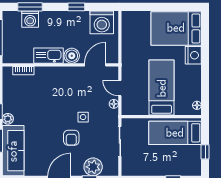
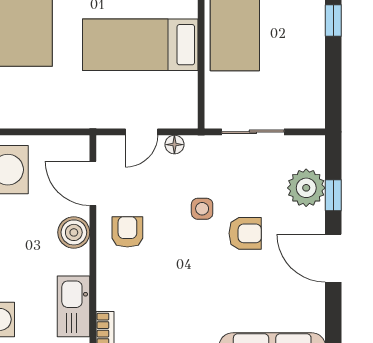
kitchen sink: (49, 56) -> (74, 306), moved
armchair: (72, 81) -> (127, 232), added

